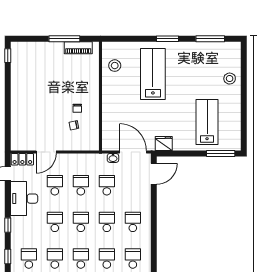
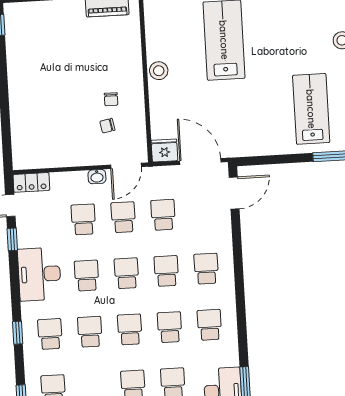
stool: (115, 66) -> (159, 71), moved
fridge: (164, 143) -> (164, 150), moved
door: (46, 152) -> (126, 166), moved
washbasin: (113, 158) -> (97, 177), moved
desk: (24, 199) -> (39, 274), moved
window: (8, 225) -> (12, 239), moved

